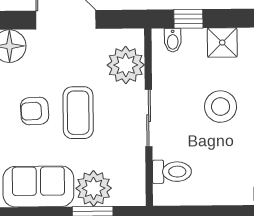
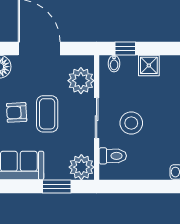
stool: (221, 107) -> (131, 123), moved
plant: (94, 188) -> (81, 167), moved

